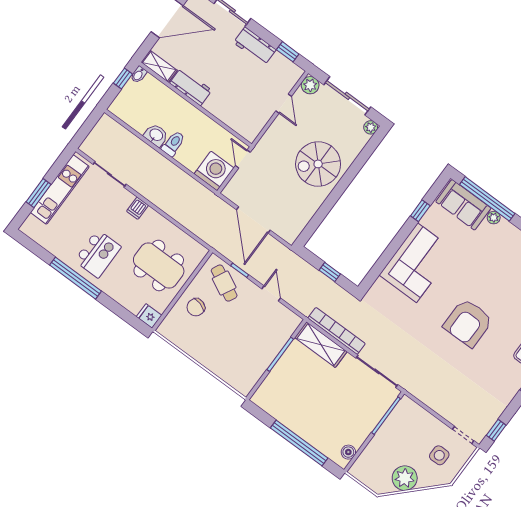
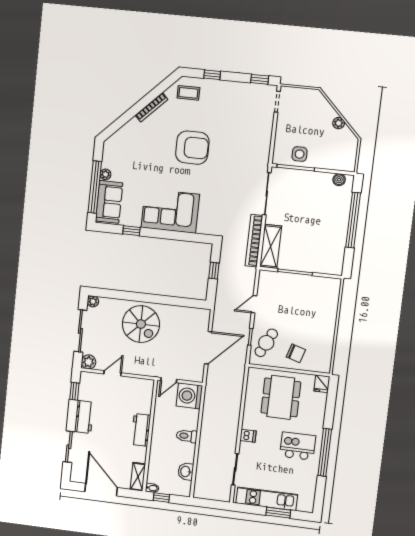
workbench: (191, 87) -> (141, 430), moved
washbasin: (156, 135) -> (186, 471), moved
side table: (439, 455) -> (300, 154), moved
plant: (405, 478) -> (339, 123), width x0.53, depth x0.53

